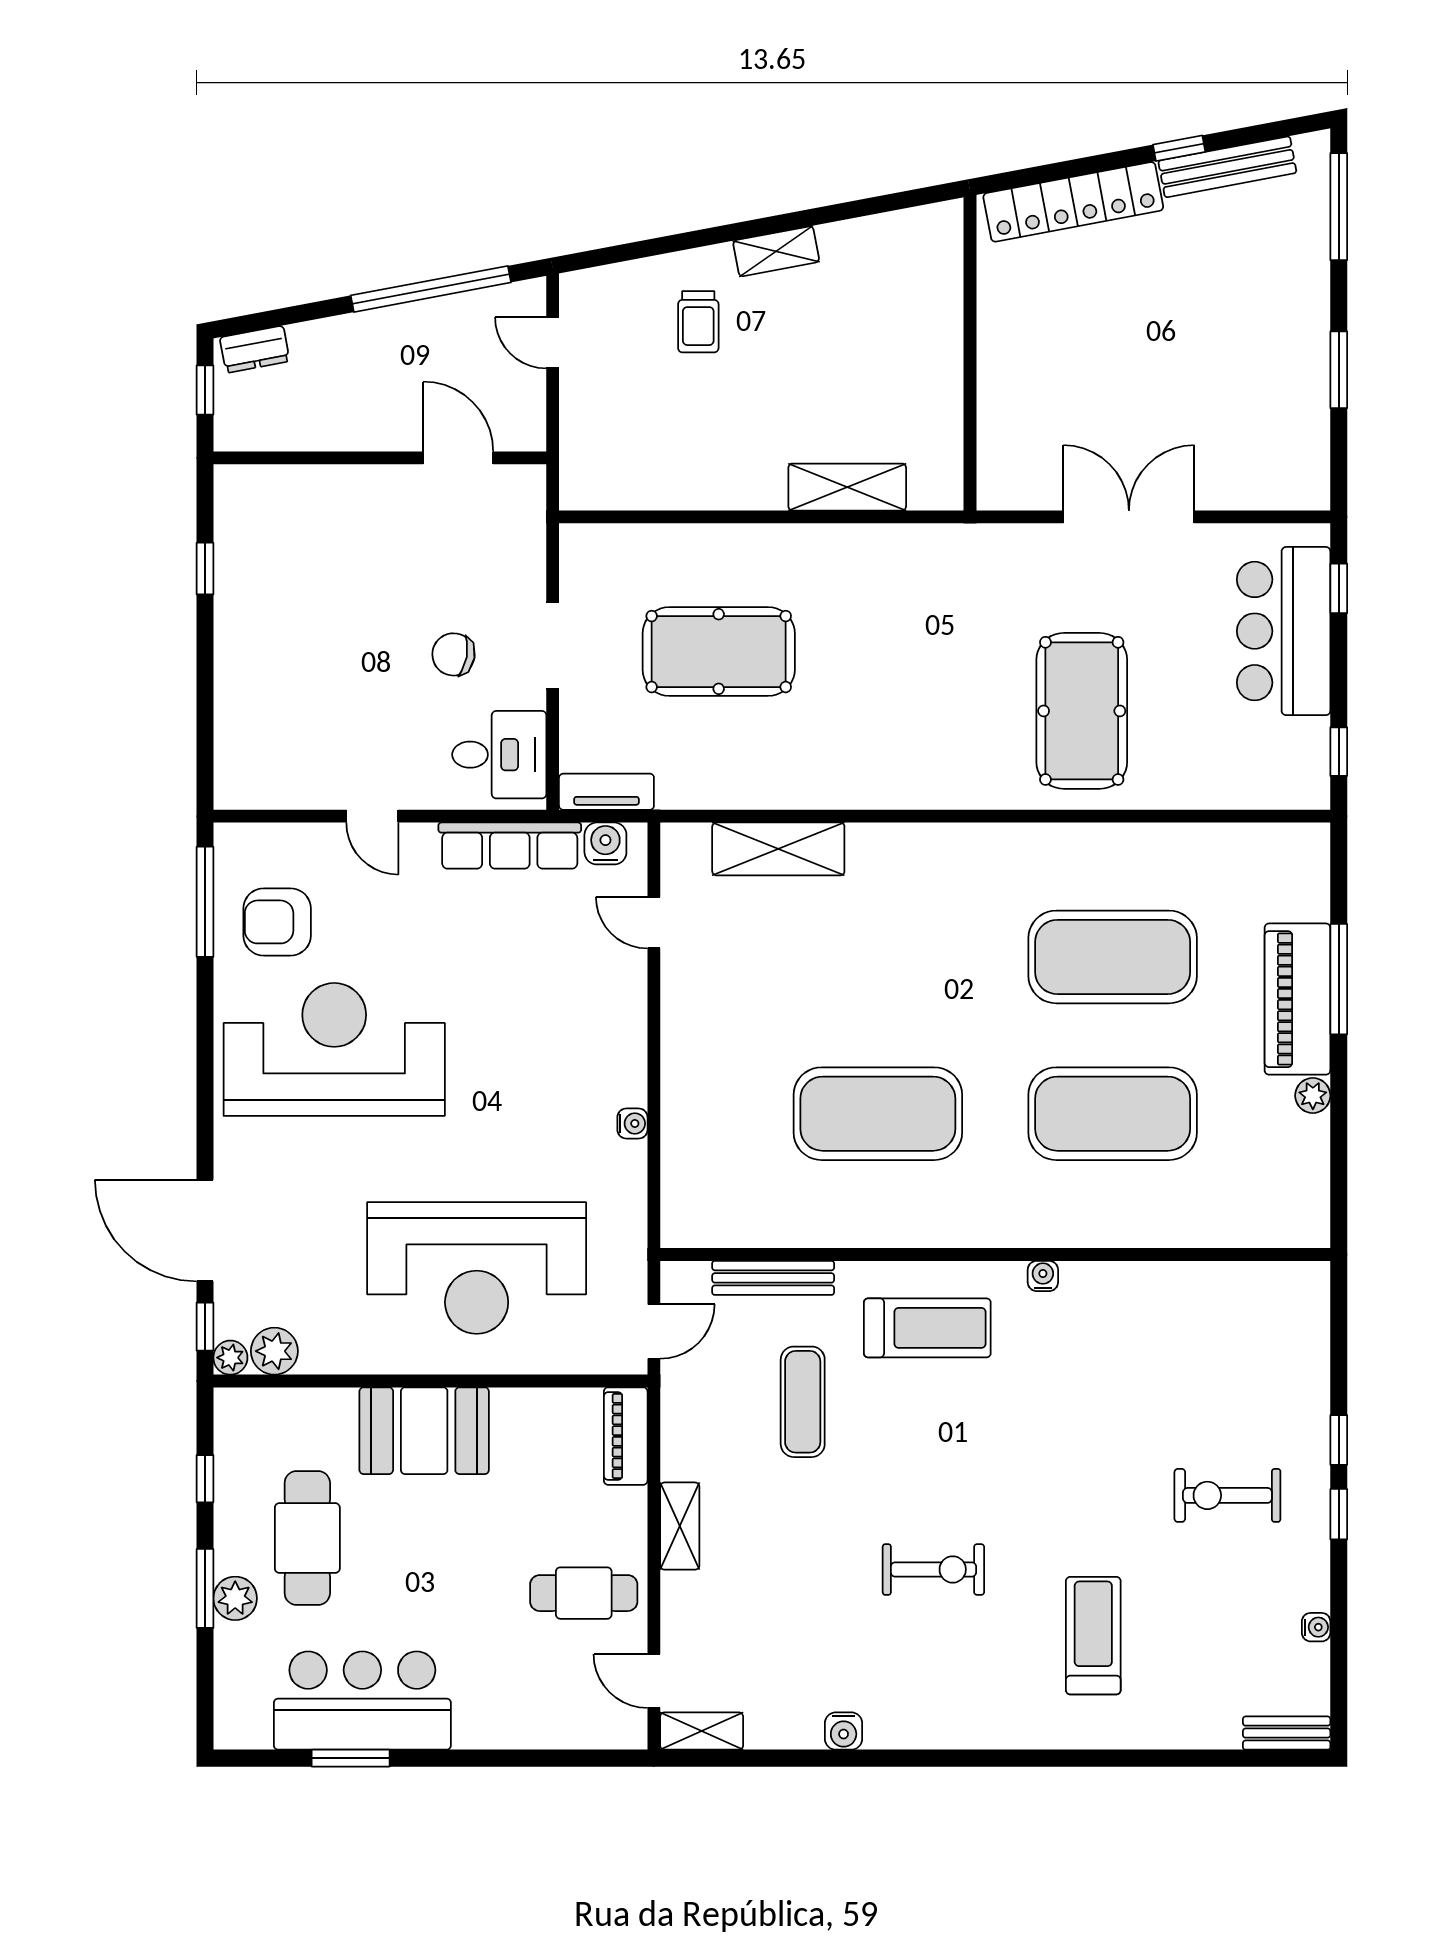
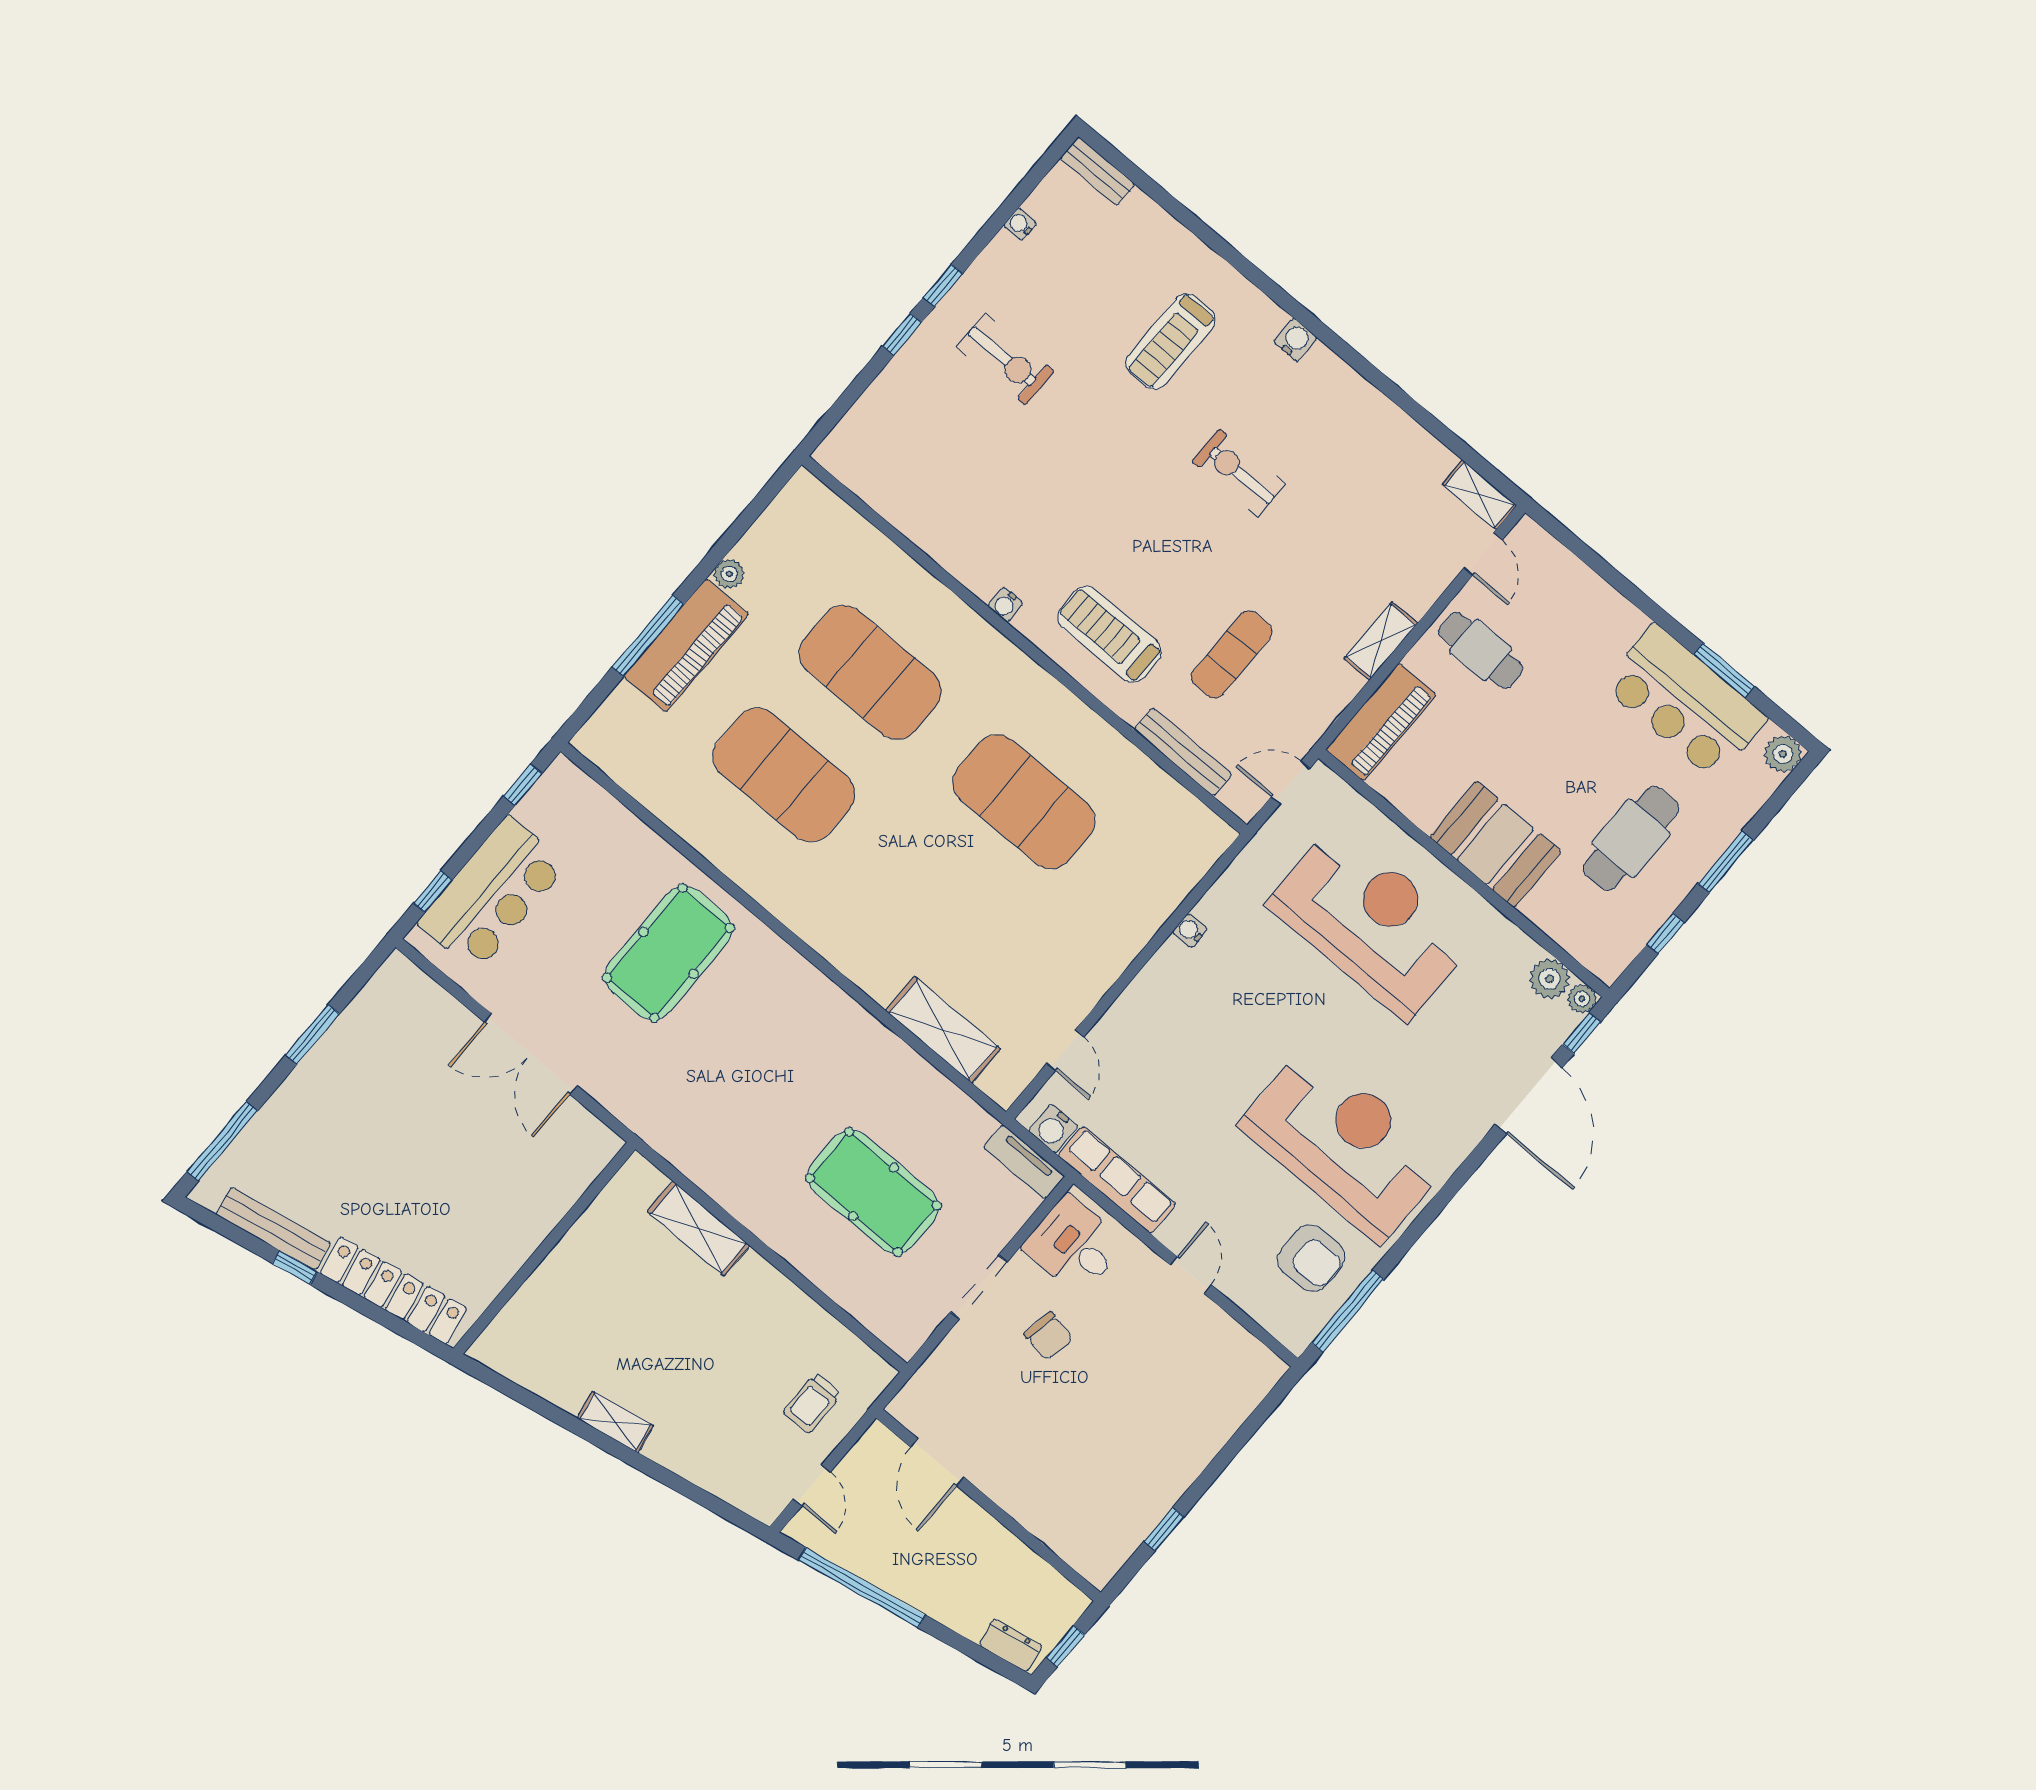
trolley: (698, 322) -> (812, 1403), moved, turned 180
reception desk: (334, 1049) -> (1344, 1143), turned 180
piano: (626, 1436) -> (1381, 722), width x1.37, depth x1.33
plant: (235, 1598) -> (1783, 754), moved
water cooler: (844, 1731) -> (1295, 340), moved

